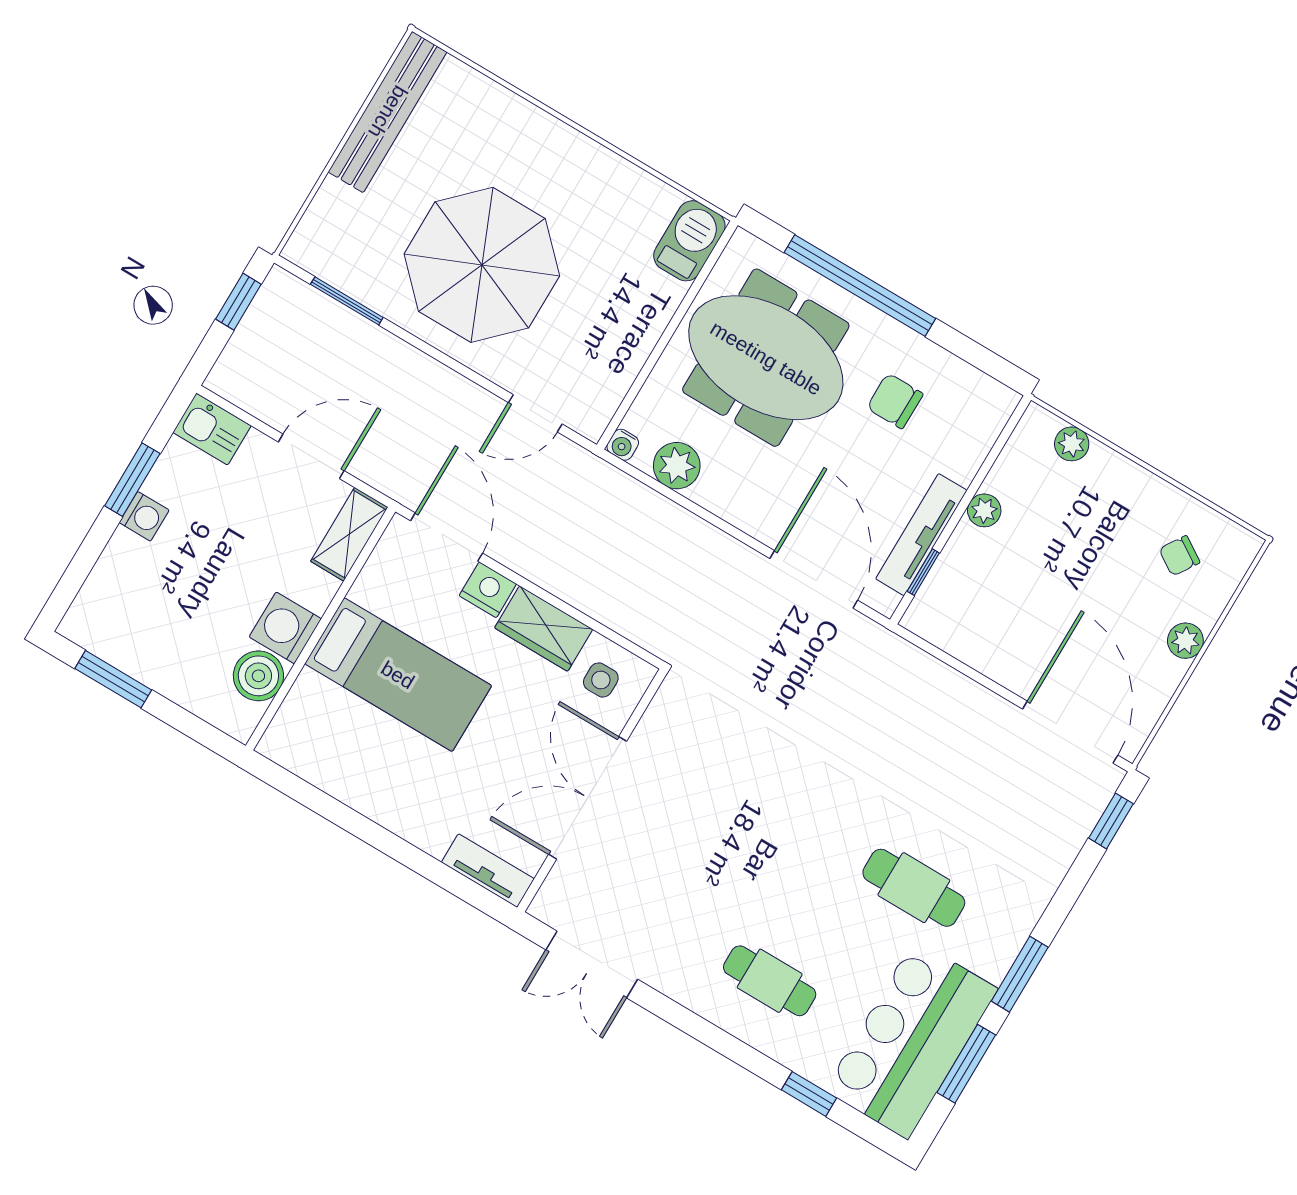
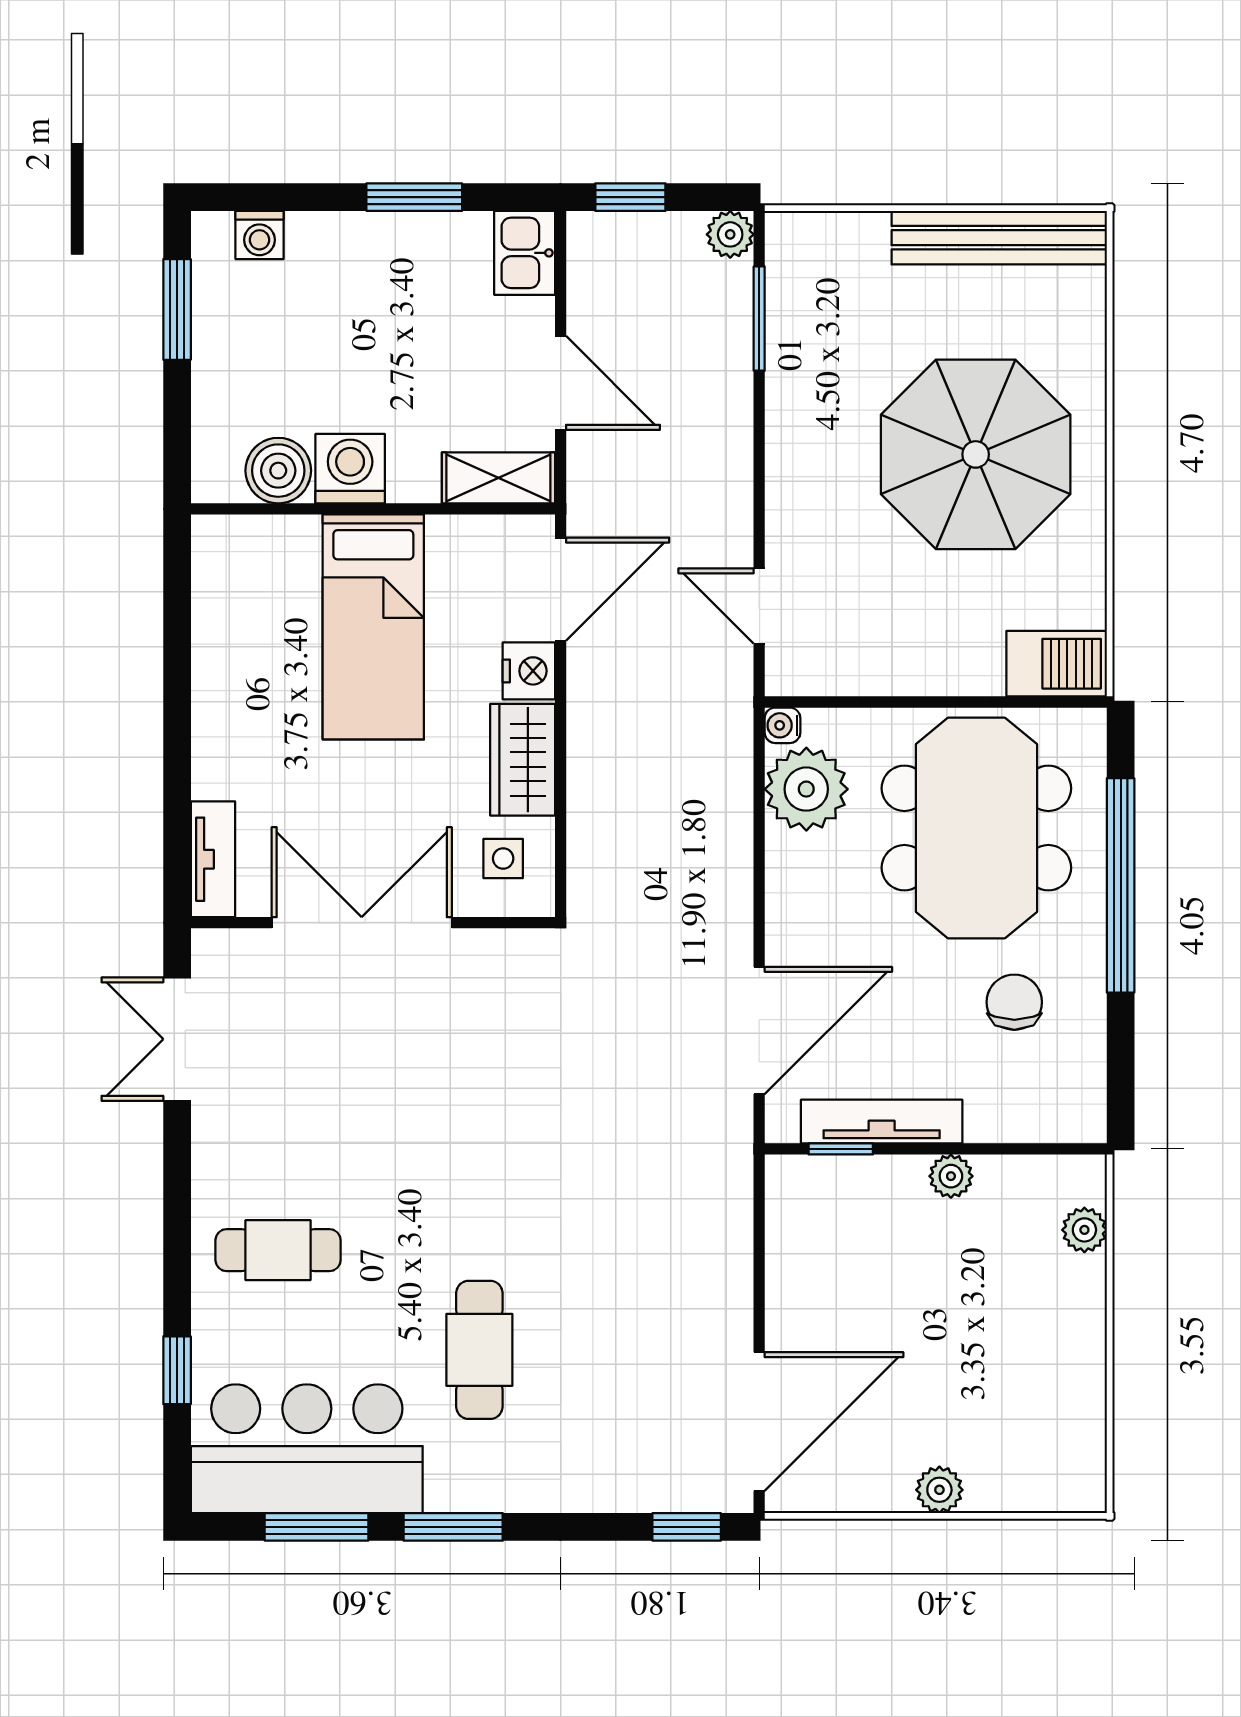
parasol: (482, 265) -> (976, 454), moved
plant: (280, 287) -> (730, 234), added
window: (238, 302) -> (630, 197), moved
plant: (677, 466) -> (806, 789), width x1.36, depth x1.36
washing machine: (144, 516) -> (259, 235), moved
chair: (1179, 556) -> (1031, 1426), removed
cafe table: (770, 981) -> (278, 1250), turned 90

